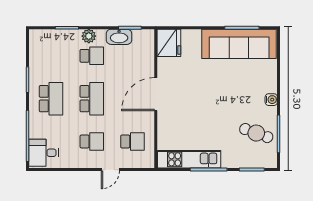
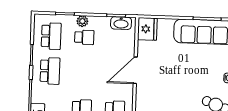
washbasin: (119, 37) -> (121, 23), moved
school desk: (92, 99) -> (51, 36), moved

